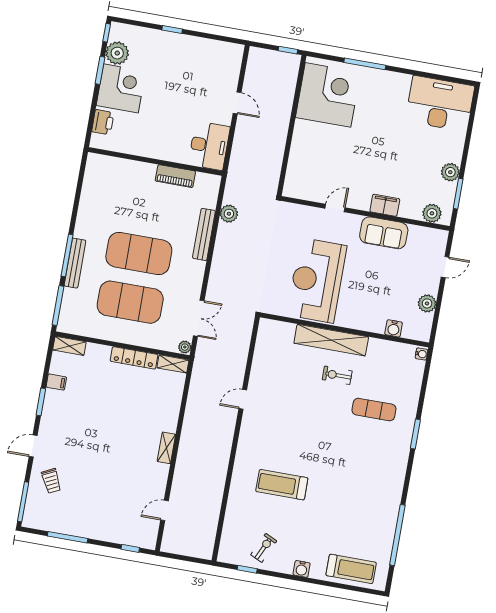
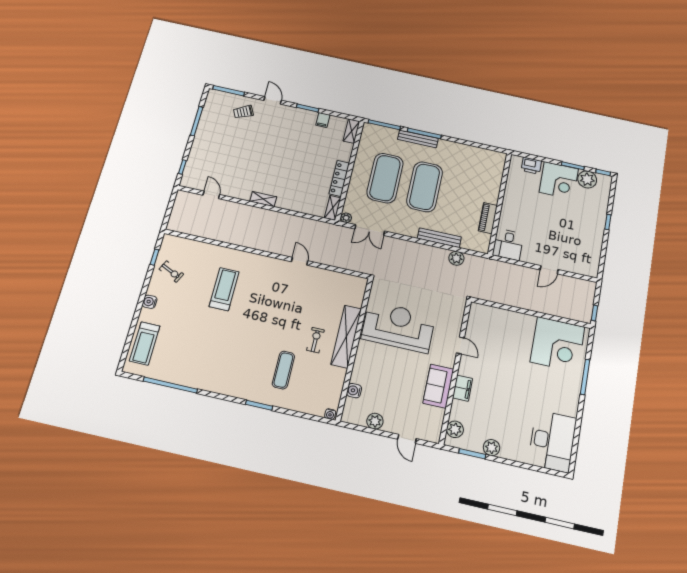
desk: (209, 146) -> (508, 245), width x0.73

